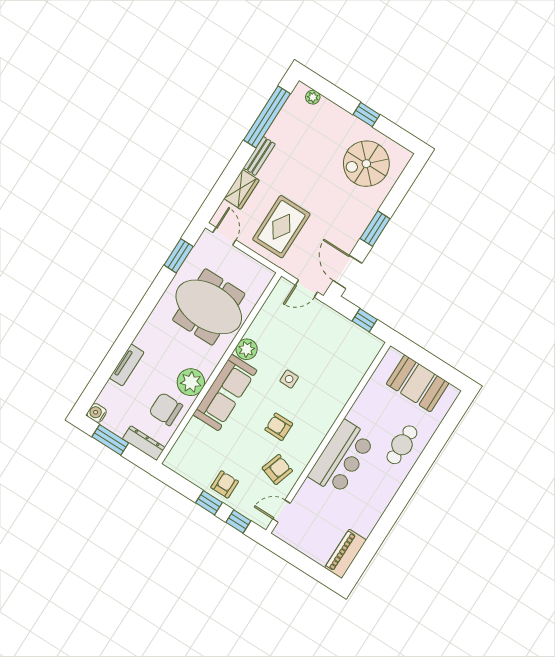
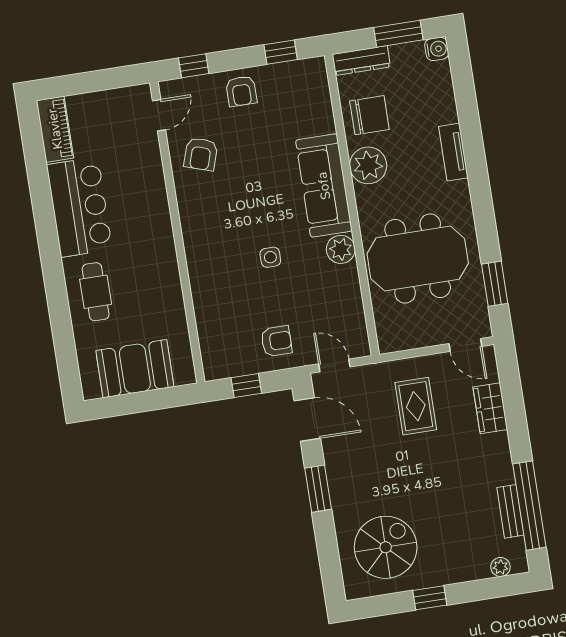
bench: (259, 156) -> (510, 511), moved
rug: (281, 227) -> (416, 406), width x0.73, depth x0.70
door: (306, 288) -> (334, 365), hinge flipped
tv unit: (127, 365) -> (453, 152), moved
armchair: (279, 427) -> (276, 341), moved
bar counter: (342, 458) -> (79, 207), moved, turned 180
window: (209, 503) -> (281, 52), moved

